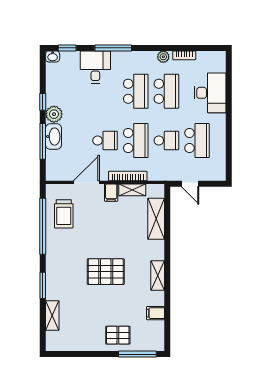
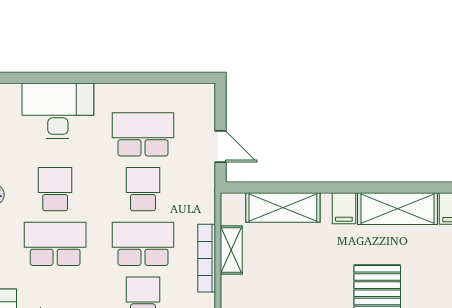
school desk: (166, 91) -> (55, 189), width x0.54
door: (190, 184) -> (220, 146), hinge flipped
filing cabinet: (111, 193) -> (344, 208), moved, turned 90
shelving: (158, 276) -> (398, 209), width x1.50, depth x1.33

